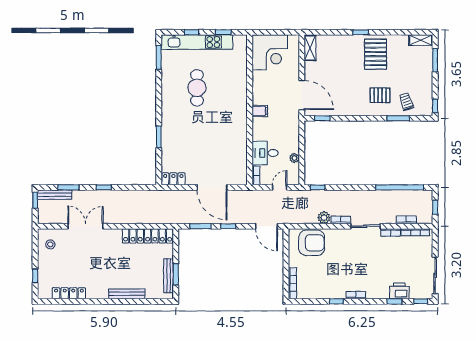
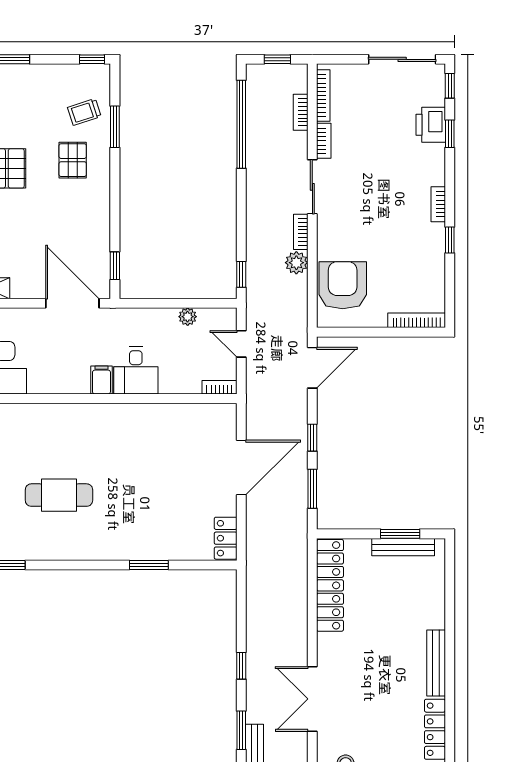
door: (302, 95) -> (72, 303), hinge flipped
desk: (265, 153) -> (136, 370), moved
bench: (127, 294) -> (436, 663), moved

